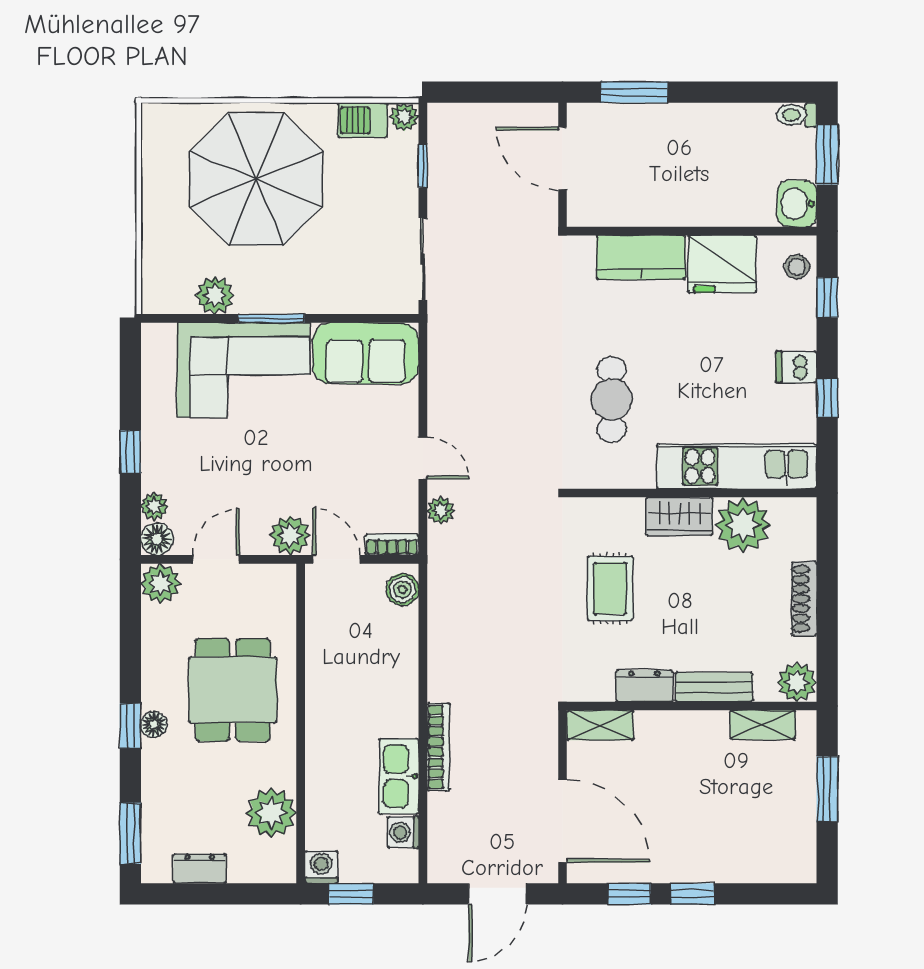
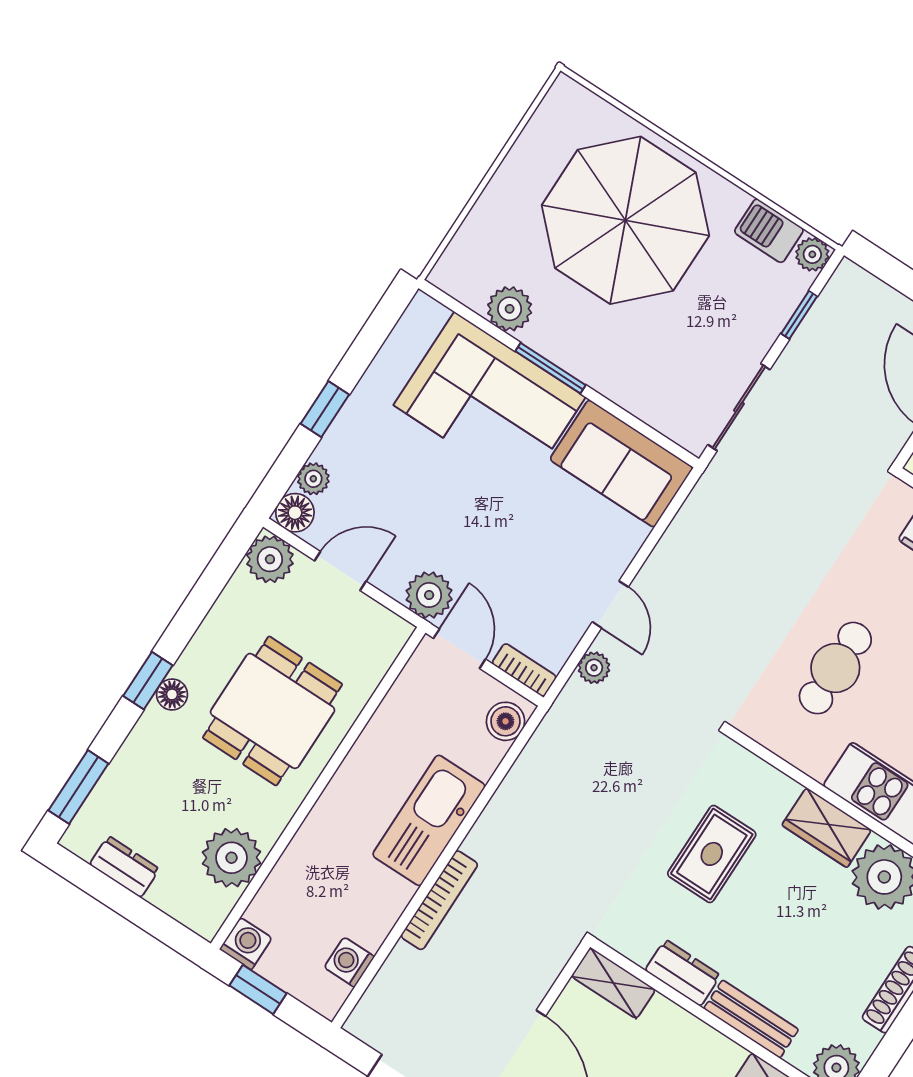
kitchen sink: (399, 776) -> (429, 820), moved, width x1.36, depth x1.24

